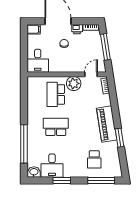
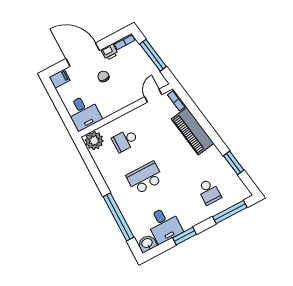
plant: (74, 83) -> (94, 141), moved
school desk: (56, 94) -> (125, 140), width x0.54
piano: (107, 124) -> (193, 131), moved
window: (120, 138) -> (234, 163), moved

